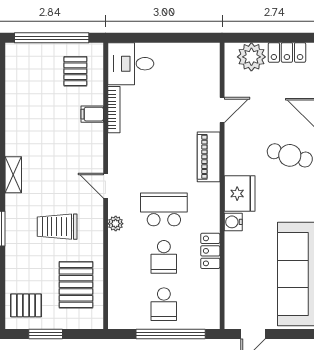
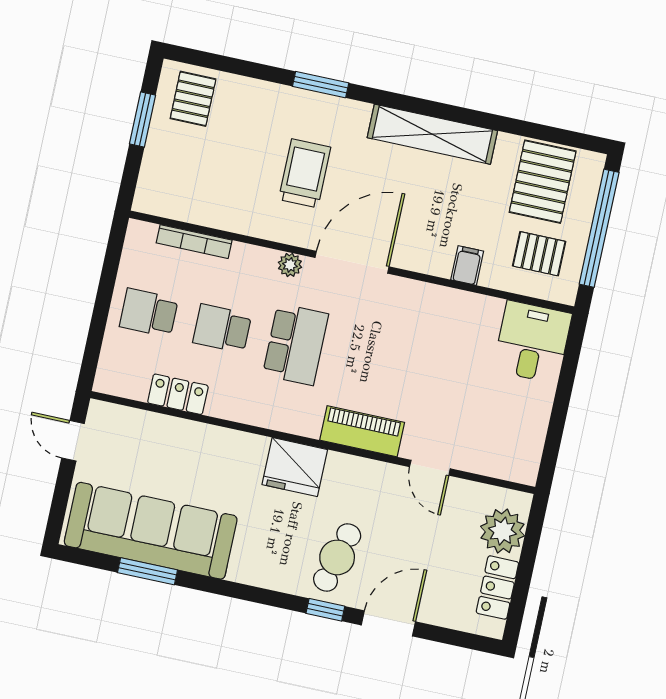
bookcase: (114, 110) -> (194, 242), moved
shelving: (13, 175) -> (432, 134), width x2.20, depth x1.33
door: (106, 186) -> (352, 262), width x1.88
water cooler: (233, 222) -> (253, 448), removed
locker: (210, 251) -> (178, 394), moved
pallet: (76, 285) -> (543, 182), moved, turned 90
window: (171, 334) -> (101, 313), removed

